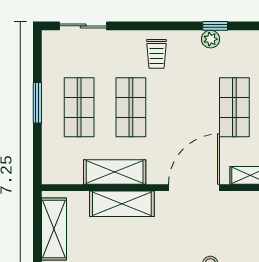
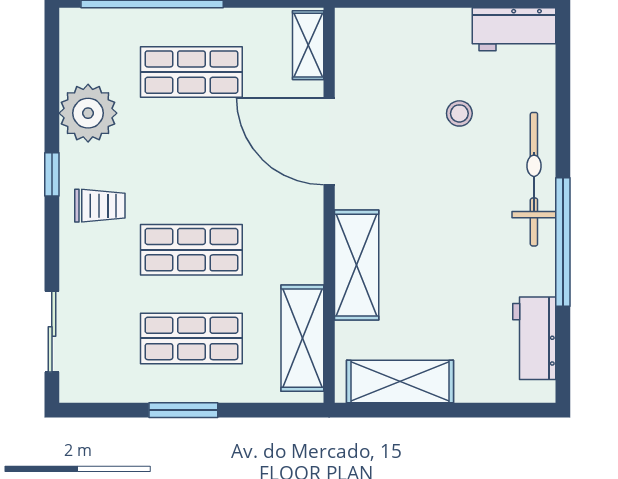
window: (215, 26) -> (52, 174), moved
plant: (210, 39) -> (88, 113), width x1.88, depth x1.88
shelving: (115, 172) -> (302, 338), moved

